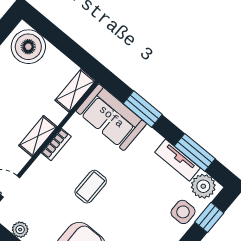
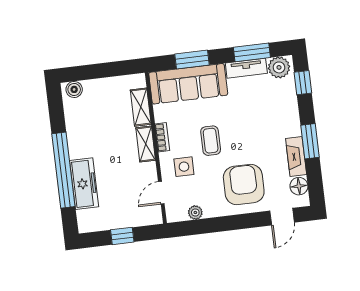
boiler: (28, 47) -> (74, 89), width x0.54, depth x0.54
shelving: (75, 91) -> (141, 107), moved
sofa: (111, 117) -> (188, 84), width x1.36
side table: (183, 212) -> (184, 167), moved

